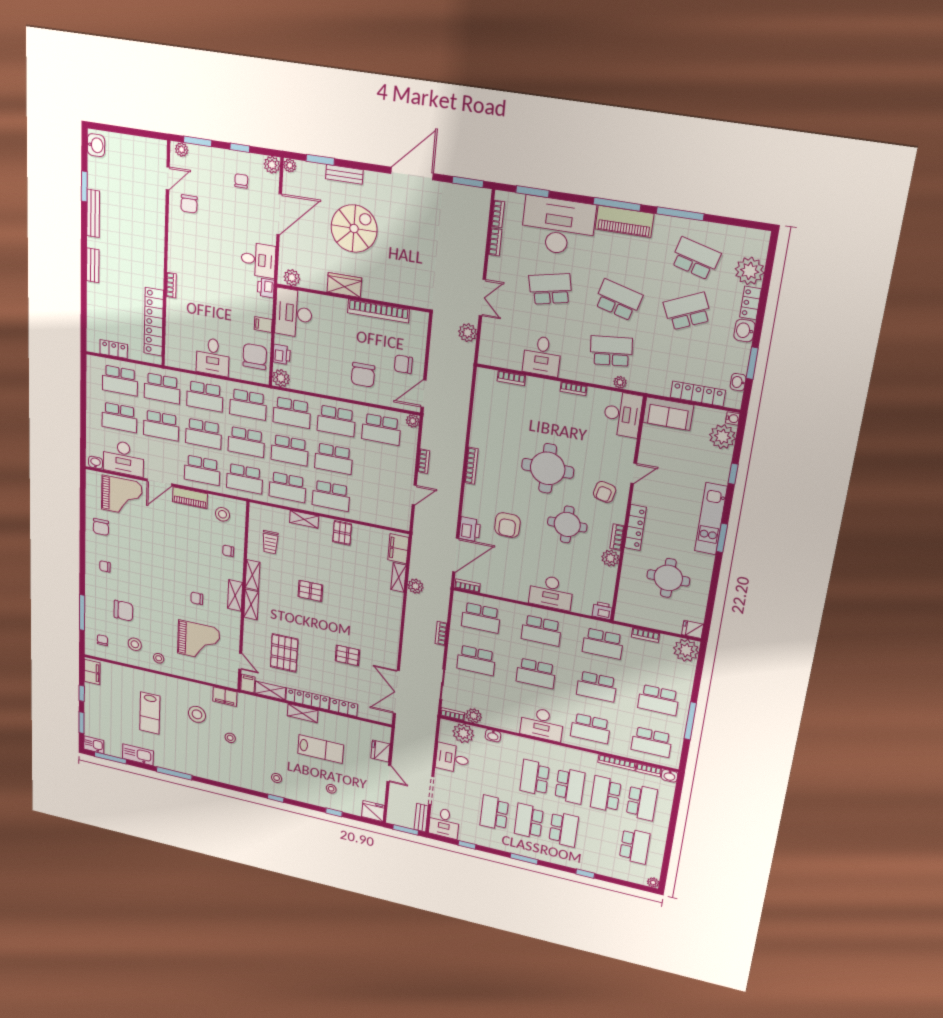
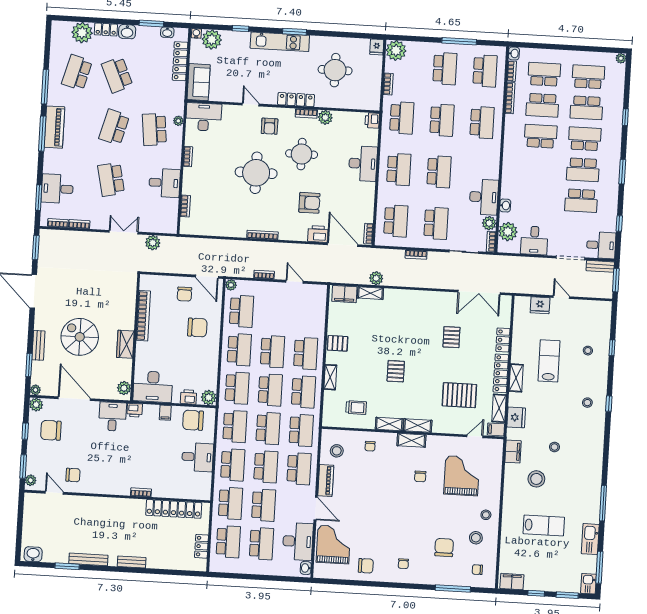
chair: (241, 181) -> (51, 430), width x1.87, depth x1.87
desk: (558, 226) -> (57, 189), width x0.53, depth x0.77
armchair: (605, 492) -> (270, 126), turned 77
desk: (542, 724) -> (484, 197), moved
door: (389, 774) -> (561, 297), hinge flipped
school desk: (535, 778) -> (586, 108), moved
fridge: (373, 811) -> (516, 417), moved, turned 180

